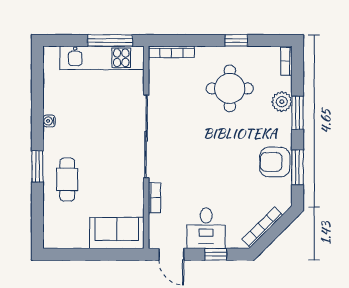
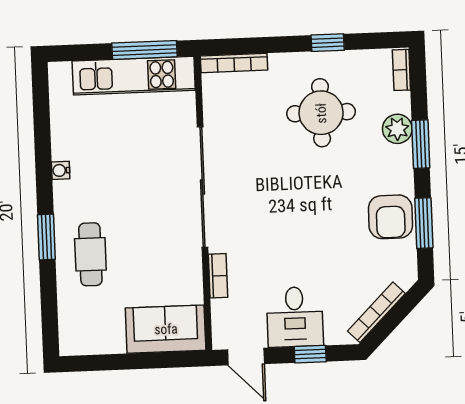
armchair: (275, 162) -> (391, 217), turned -90

